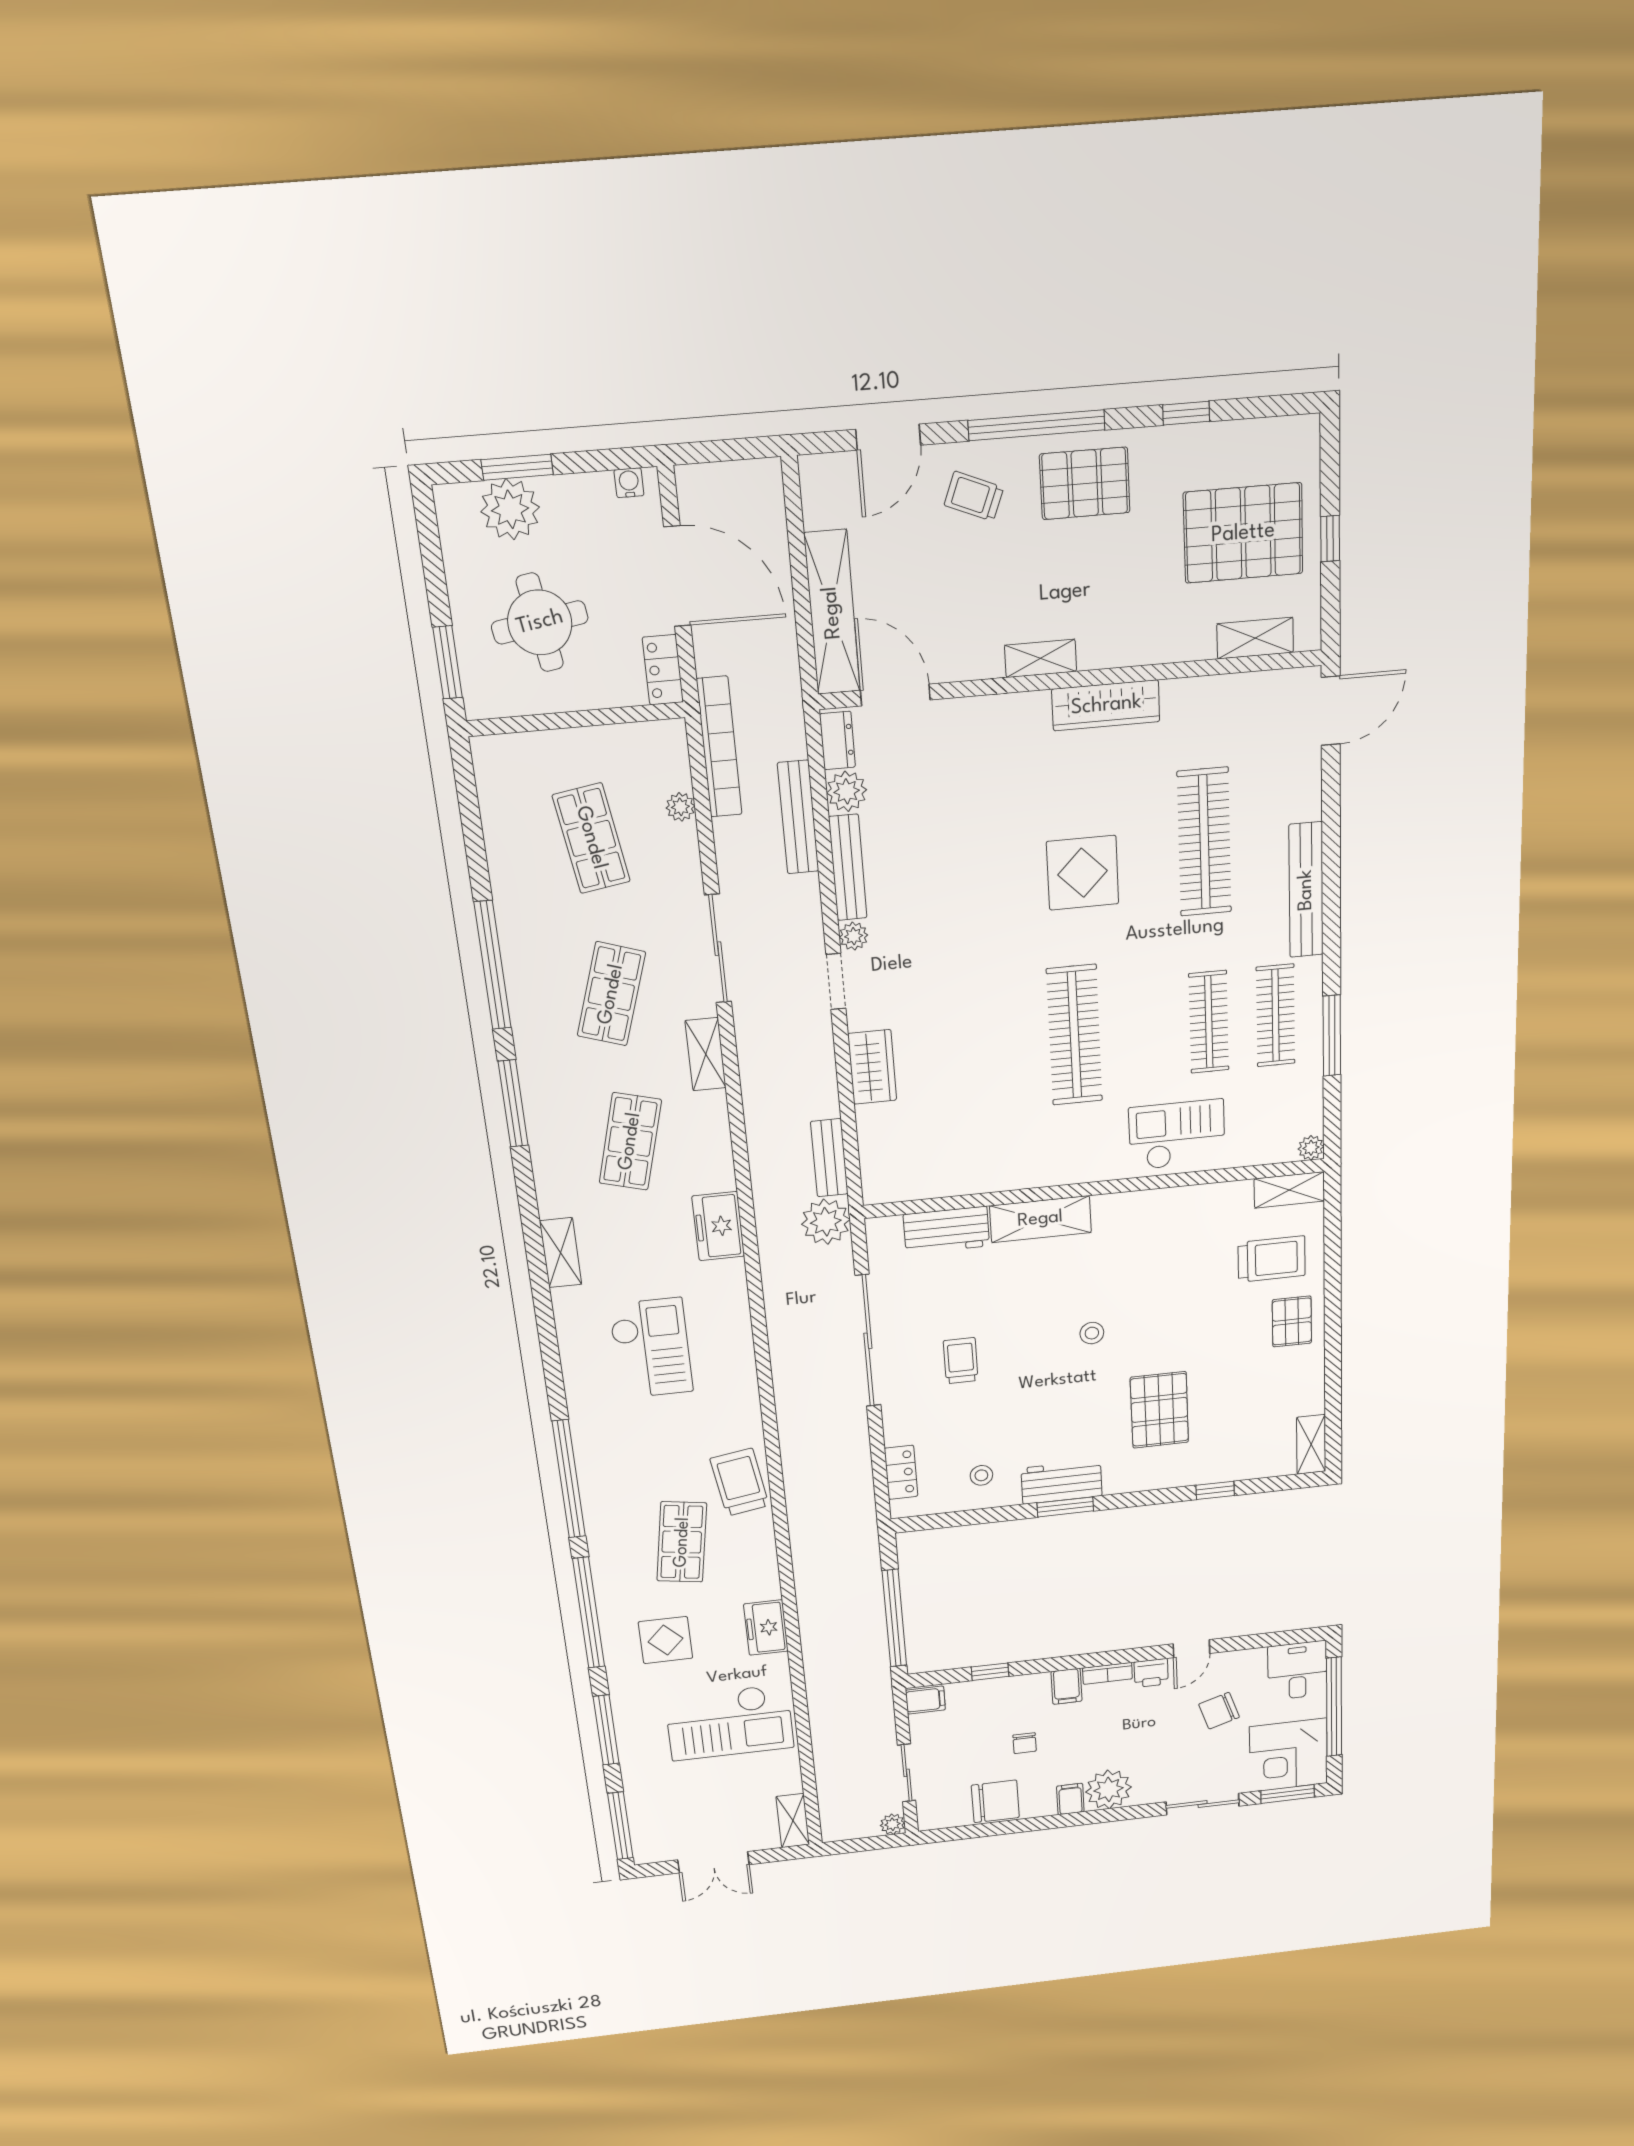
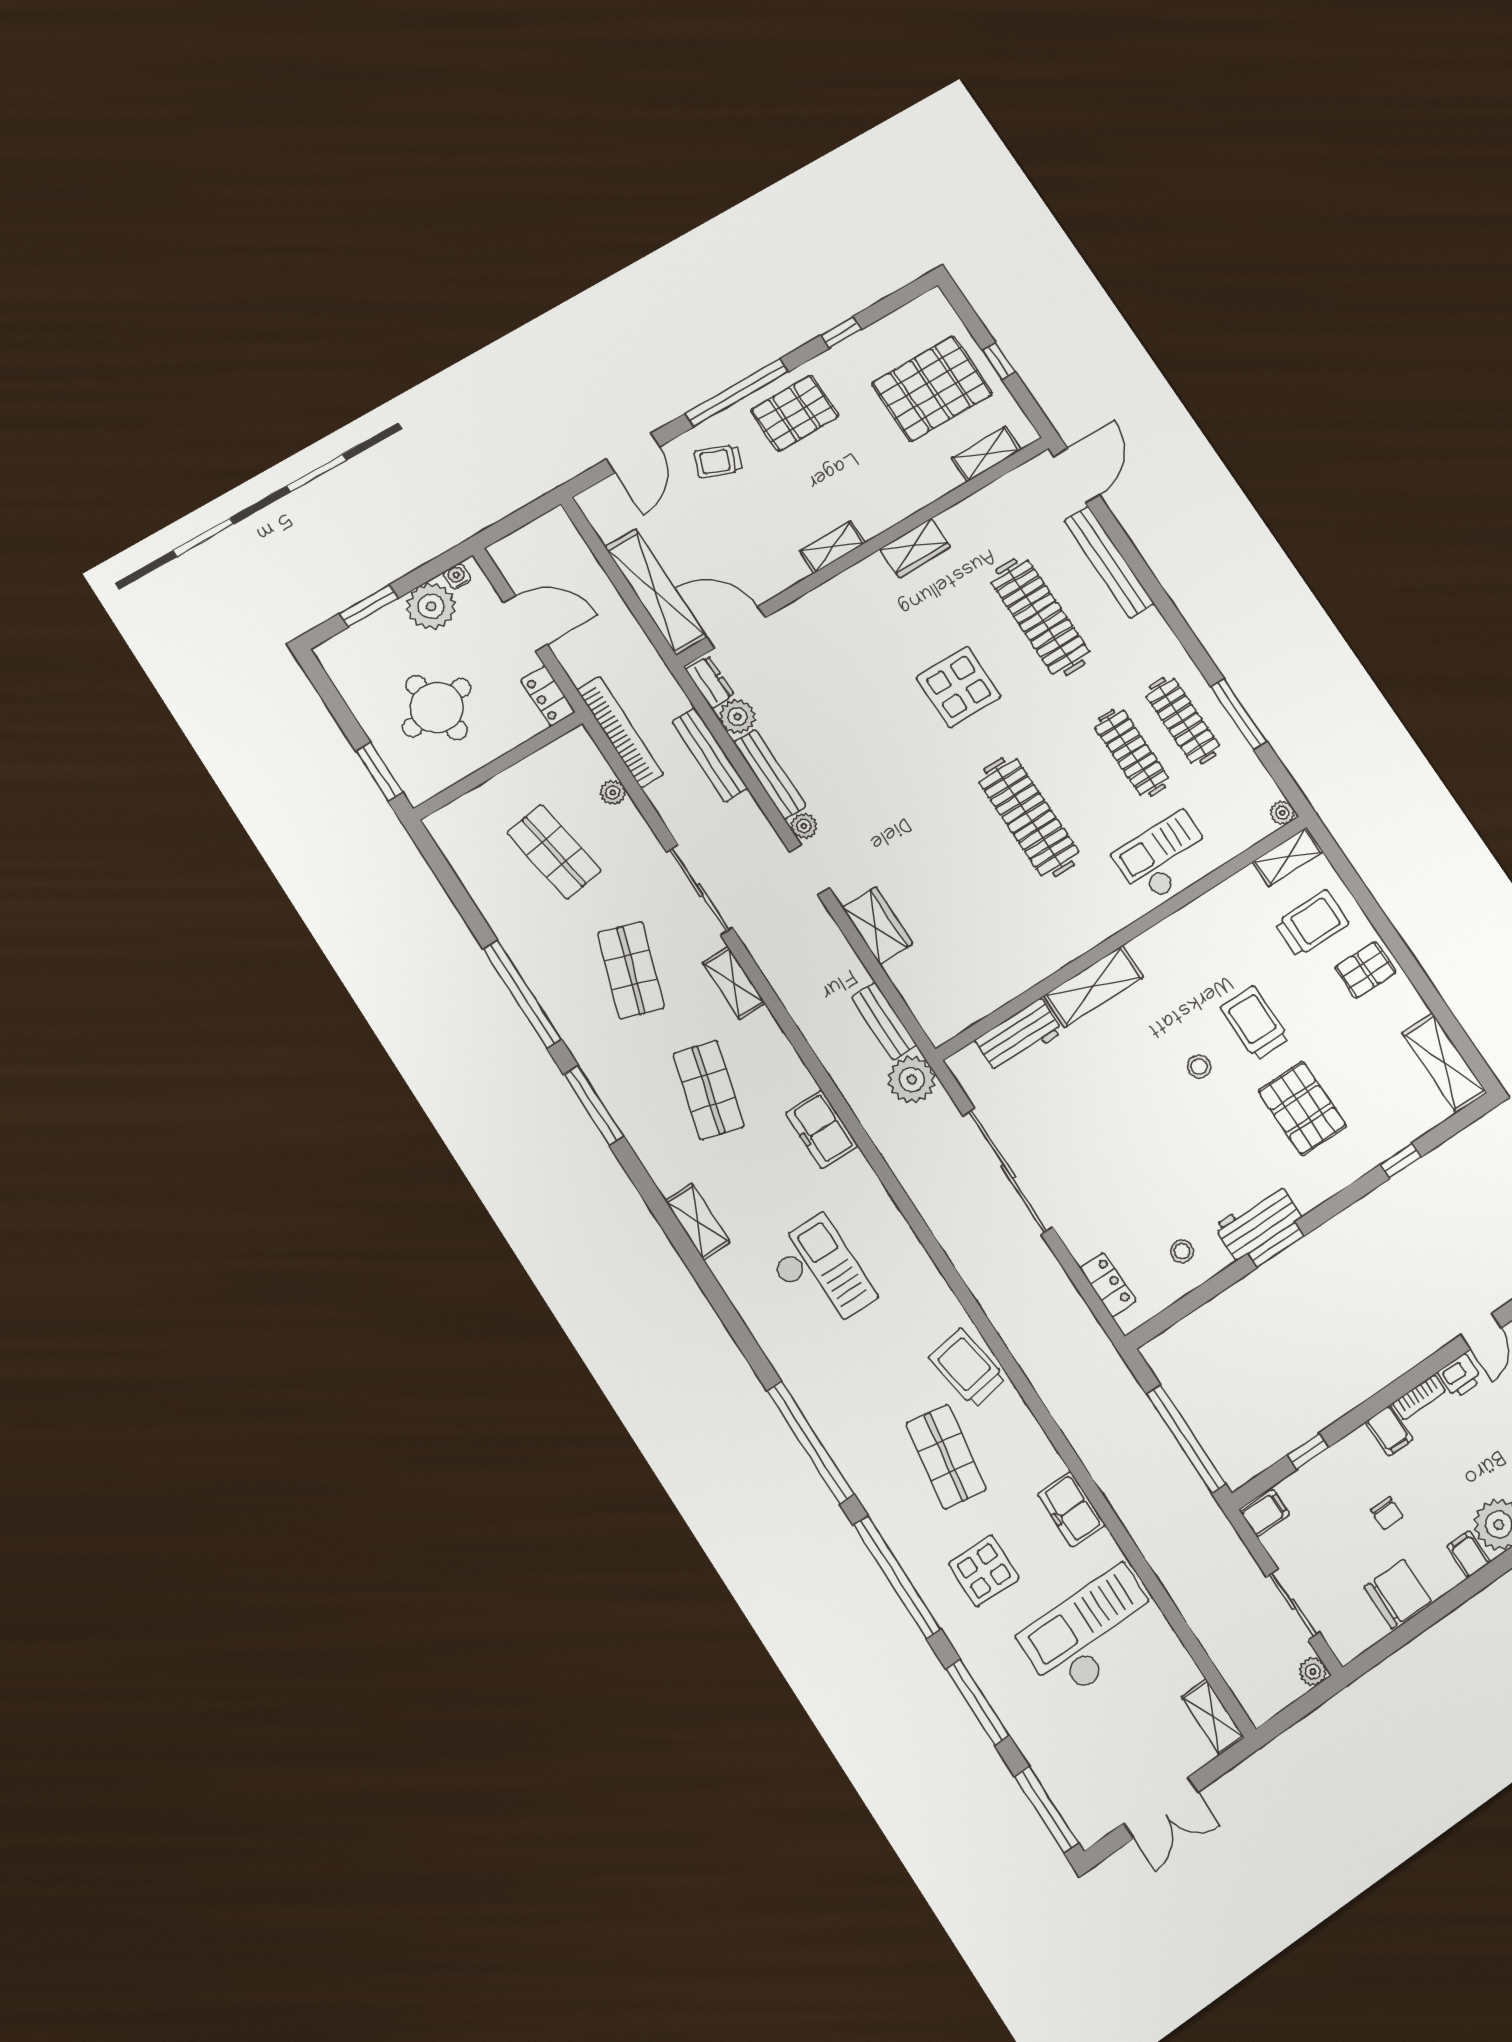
plant: (510, 509) -> (431, 606), moved
door: (677, 576) -> (525, 624), width x0.73
wardrobe: (1106, 705) -> (915, 548), width x0.67
bench: (1306, 890) -> (1109, 562), moved
pallet: (1292, 1321) -> (1366, 970), turned 90
trolley: (961, 1361) -> (1255, 1023), moved, width x1.36, depth x1.39
shelving: (1311, 1444) -> (1444, 1063), width x1.50, depth x1.33
checkout: (729, 1722) -> (1092, 1633), turned 180

